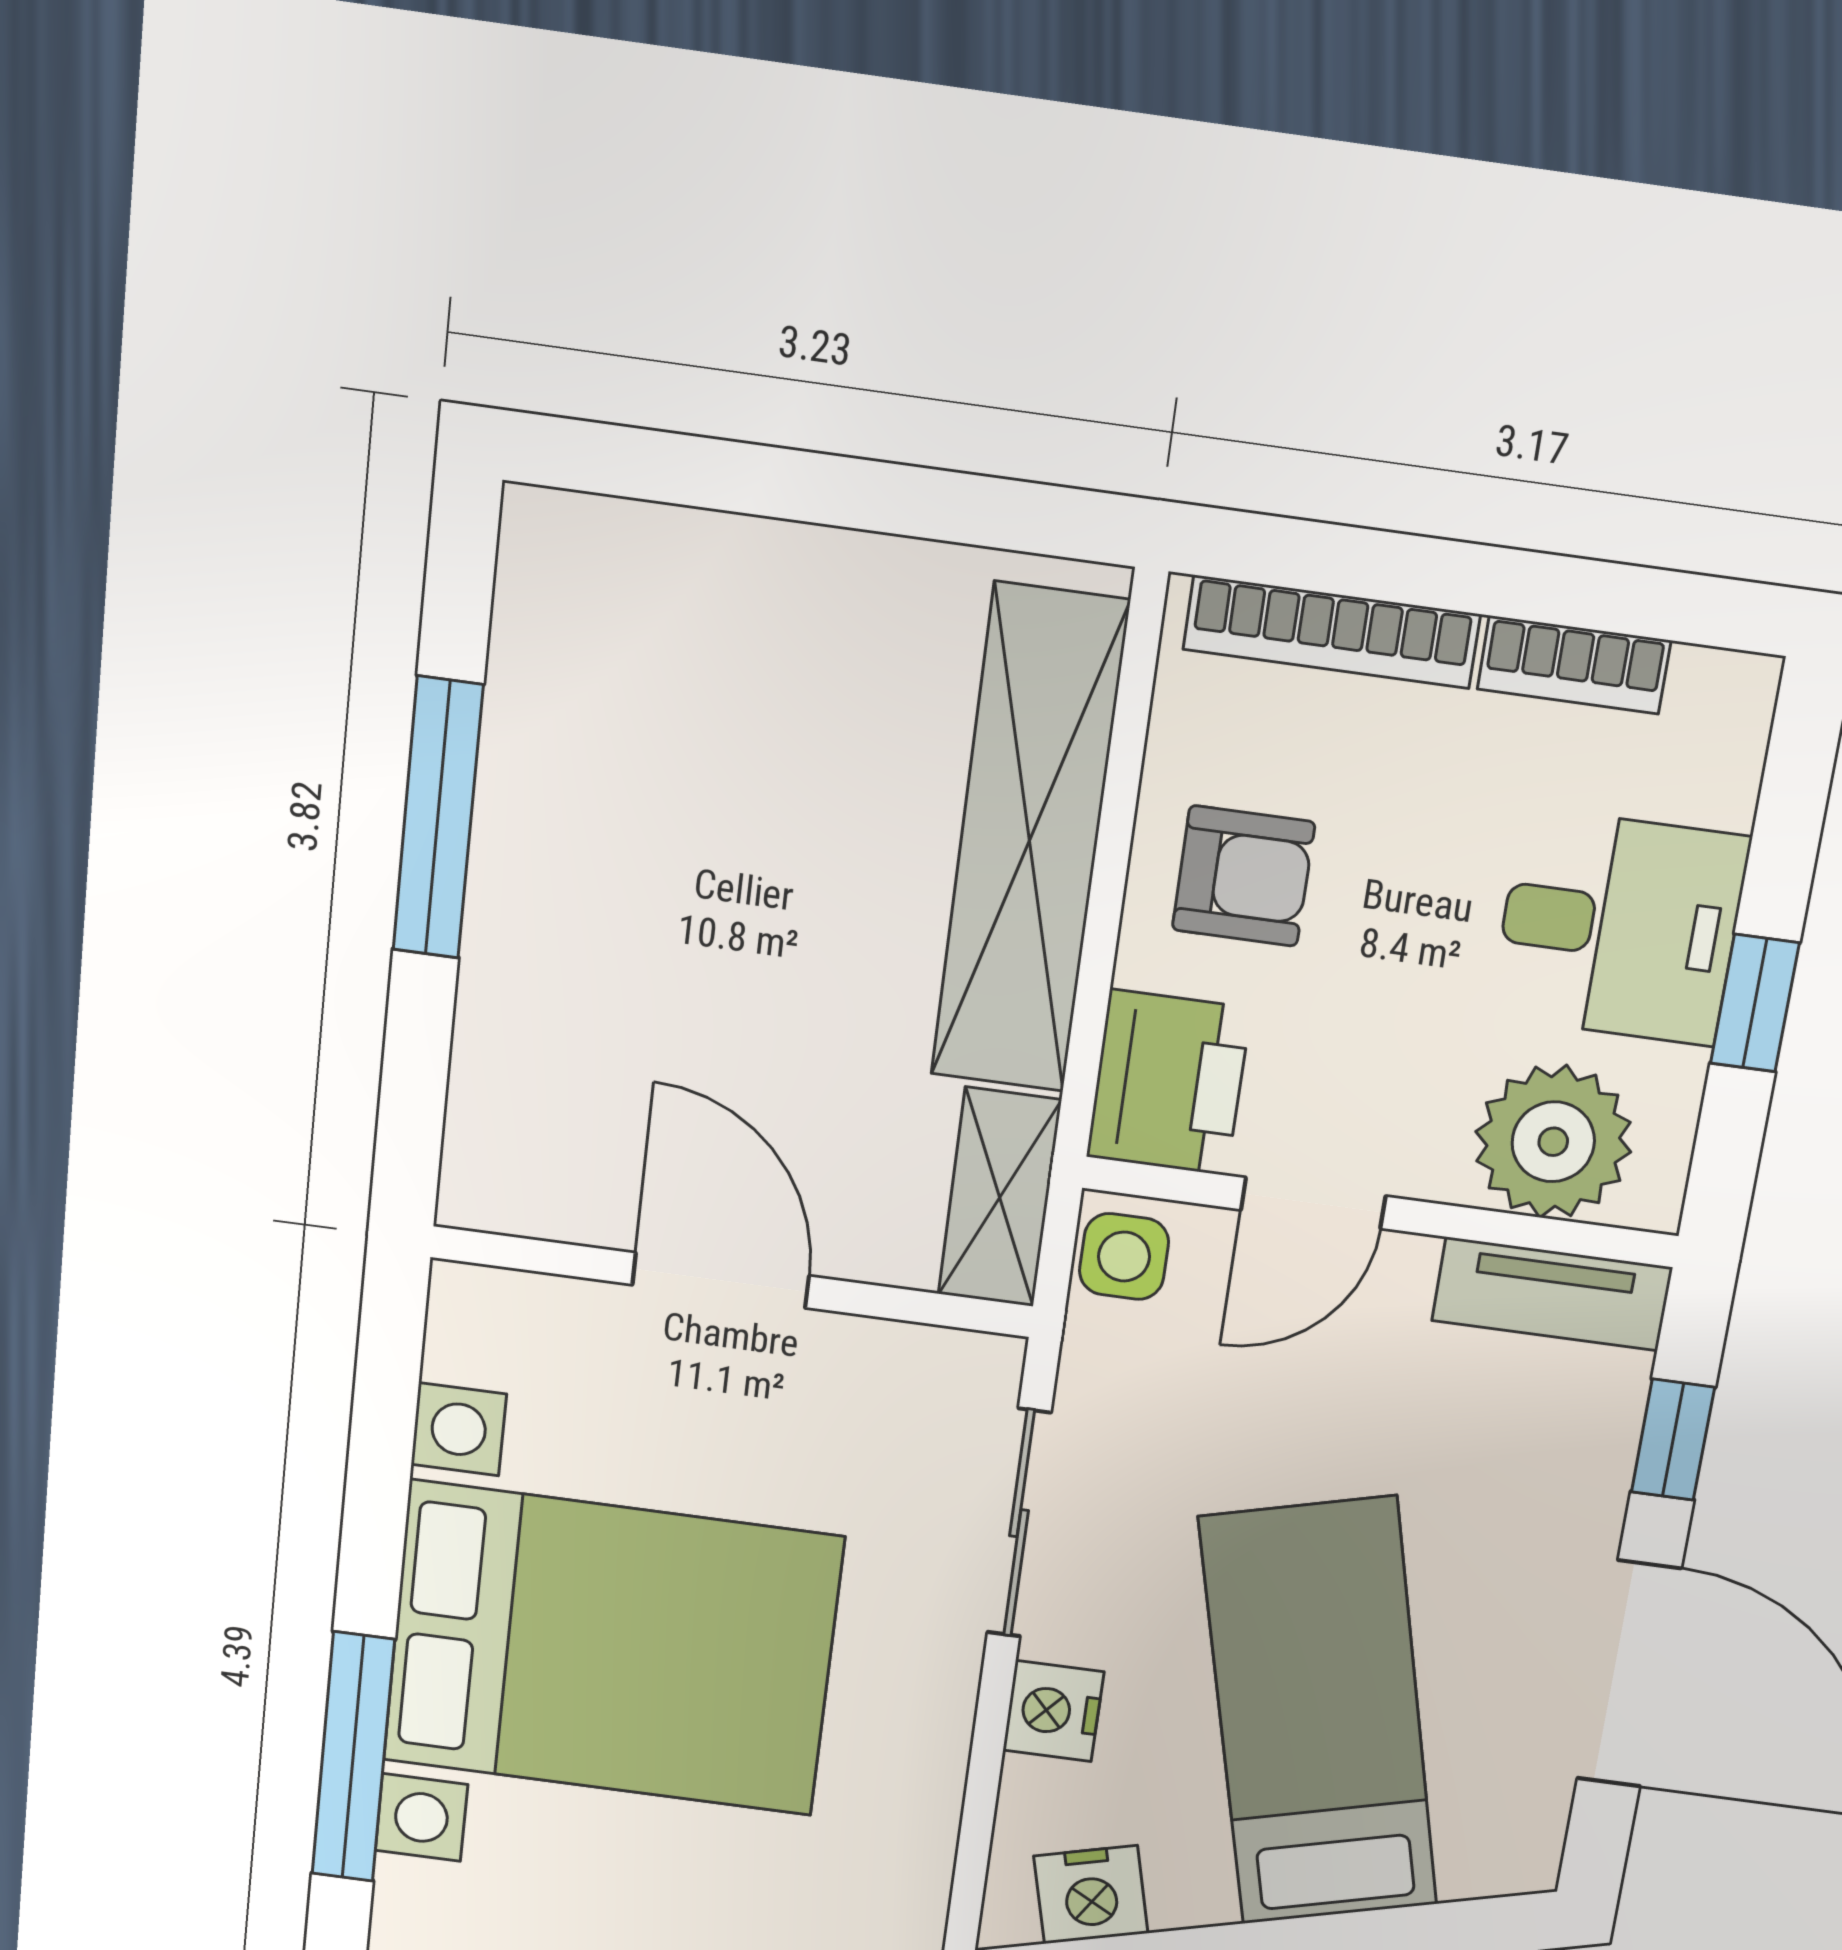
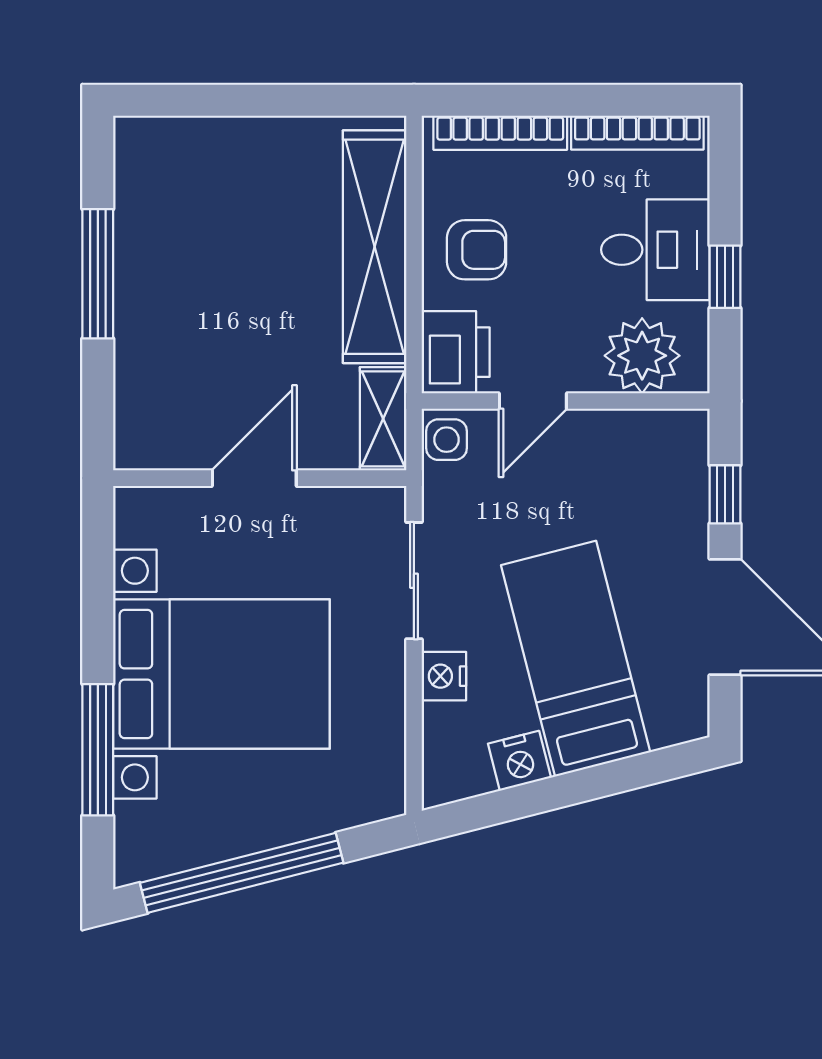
bookcase: (1574, 665) -> (637, 133), width x1.56
door: (721, 1280) -> (254, 478), hinge flipped
tv unit: (1552, 1294) -> (654, 430), removed
nightstand: (1091, 1895) -> (519, 761), moved

